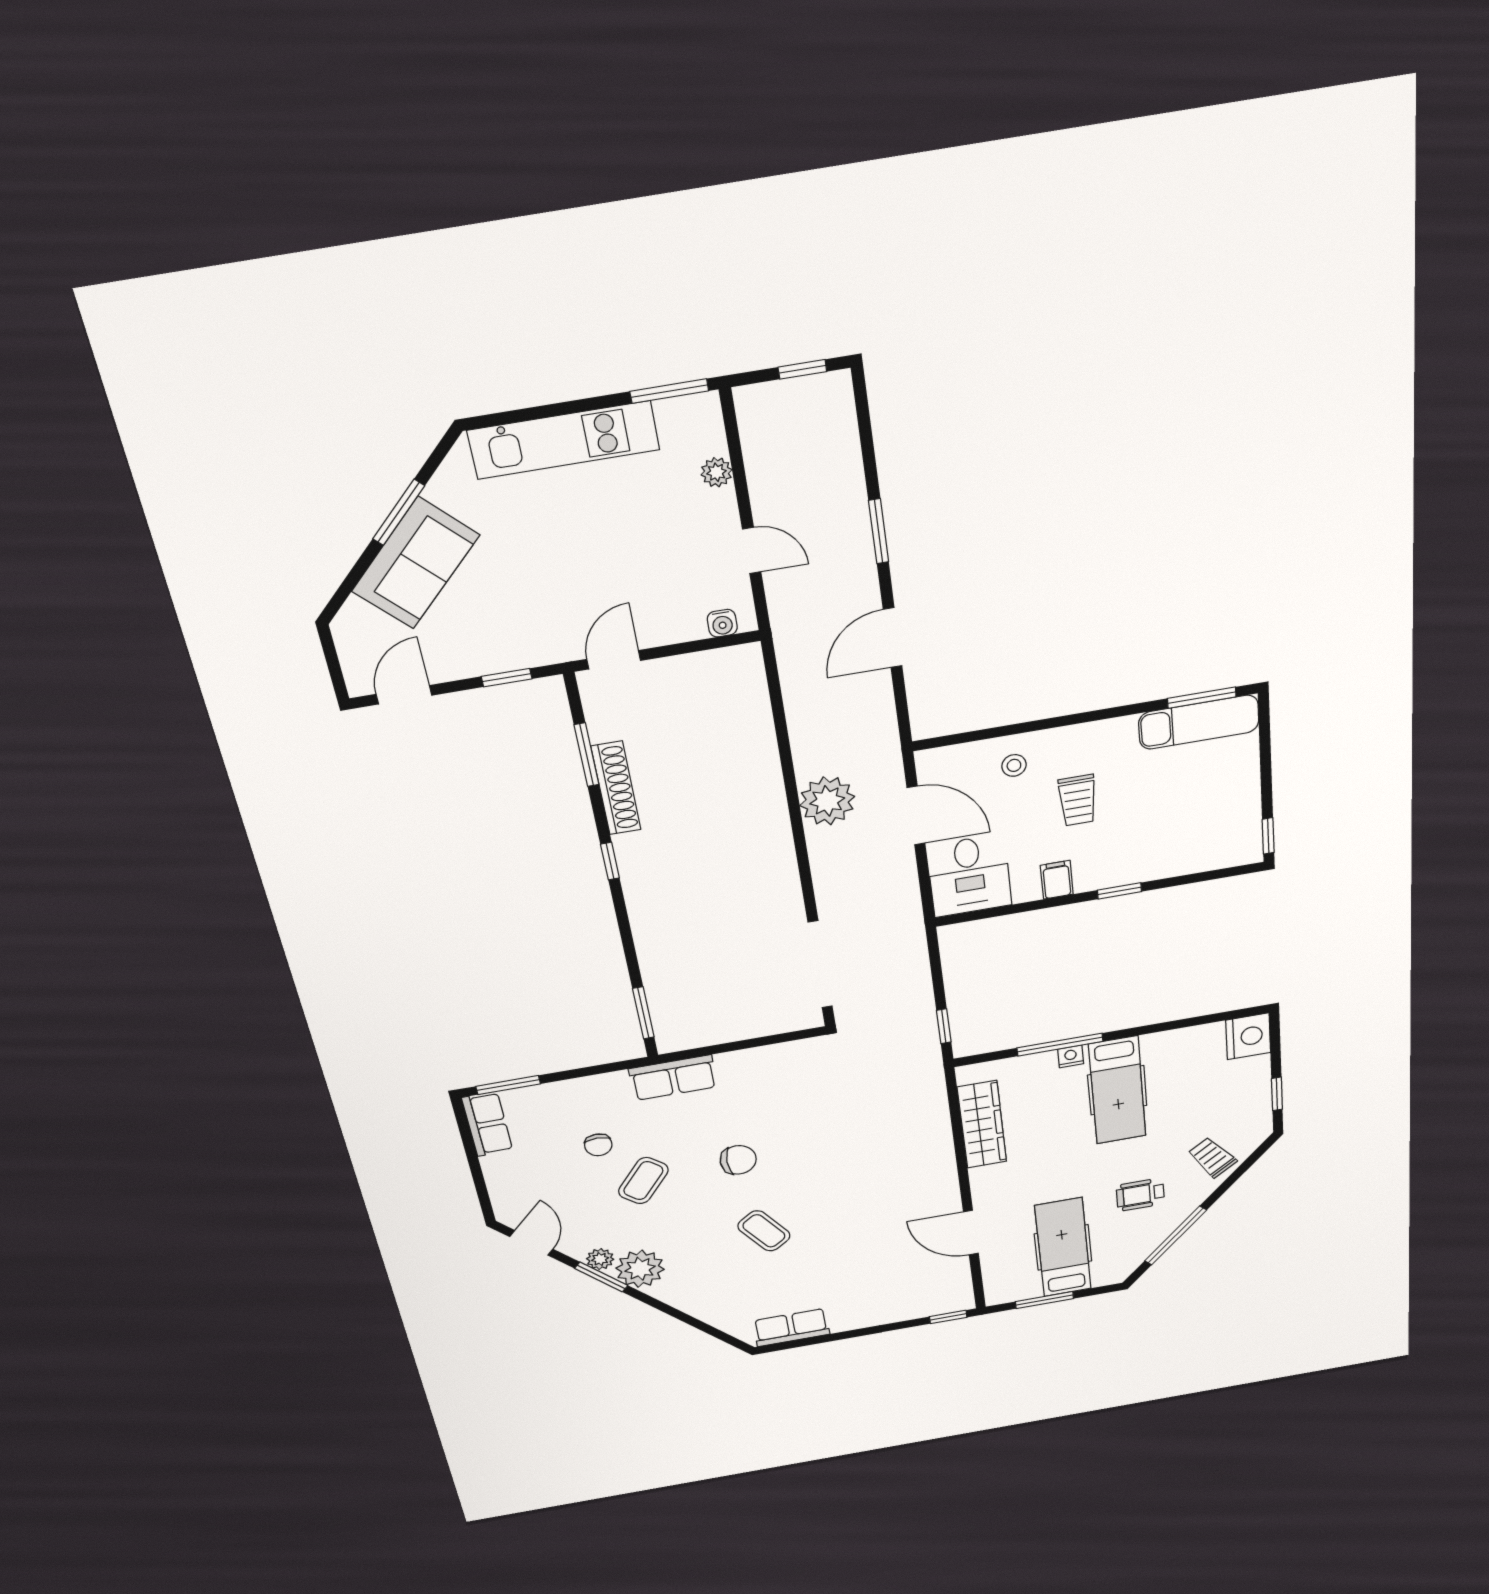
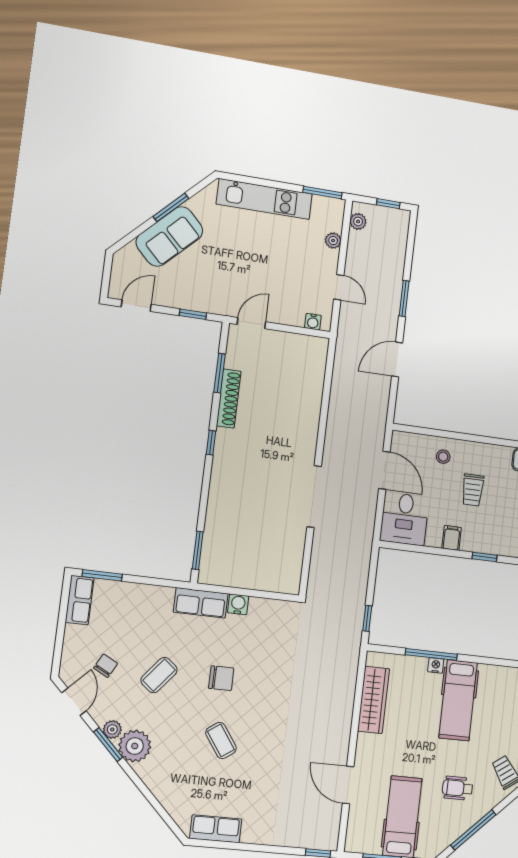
plant: (827, 801) -> (358, 221), moved, width x0.53, depth x0.53
doorway: (820, 964) -> (314, 497), moved
water cooler: (732, 1064) -> (238, 604), added
chair: (598, 1145) -> (106, 666), moved, turned -152

